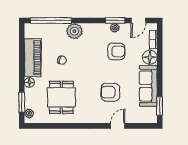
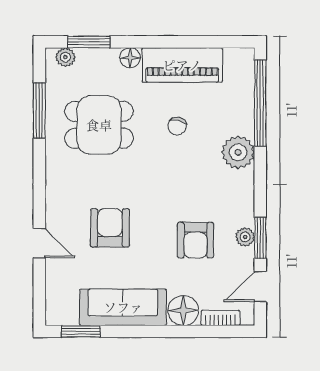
door: (138, 21) -> (260, 287), hinge flipped
window: (55, 126) -> (39, 111), added

